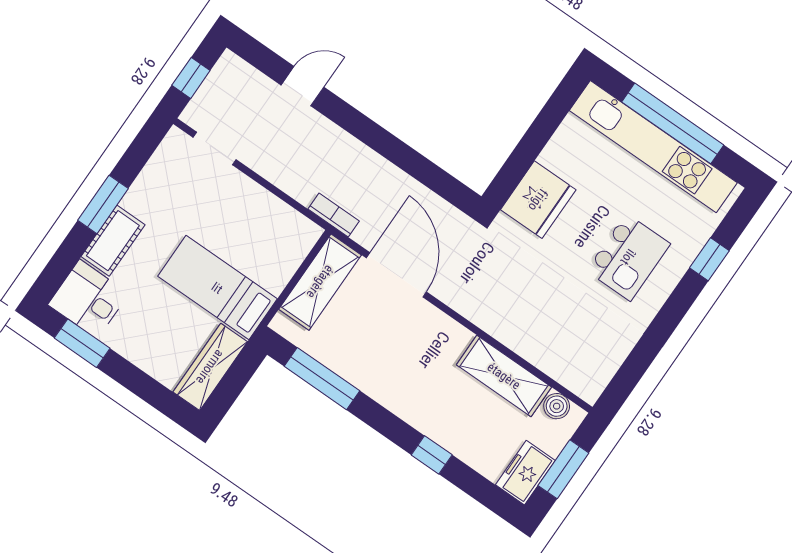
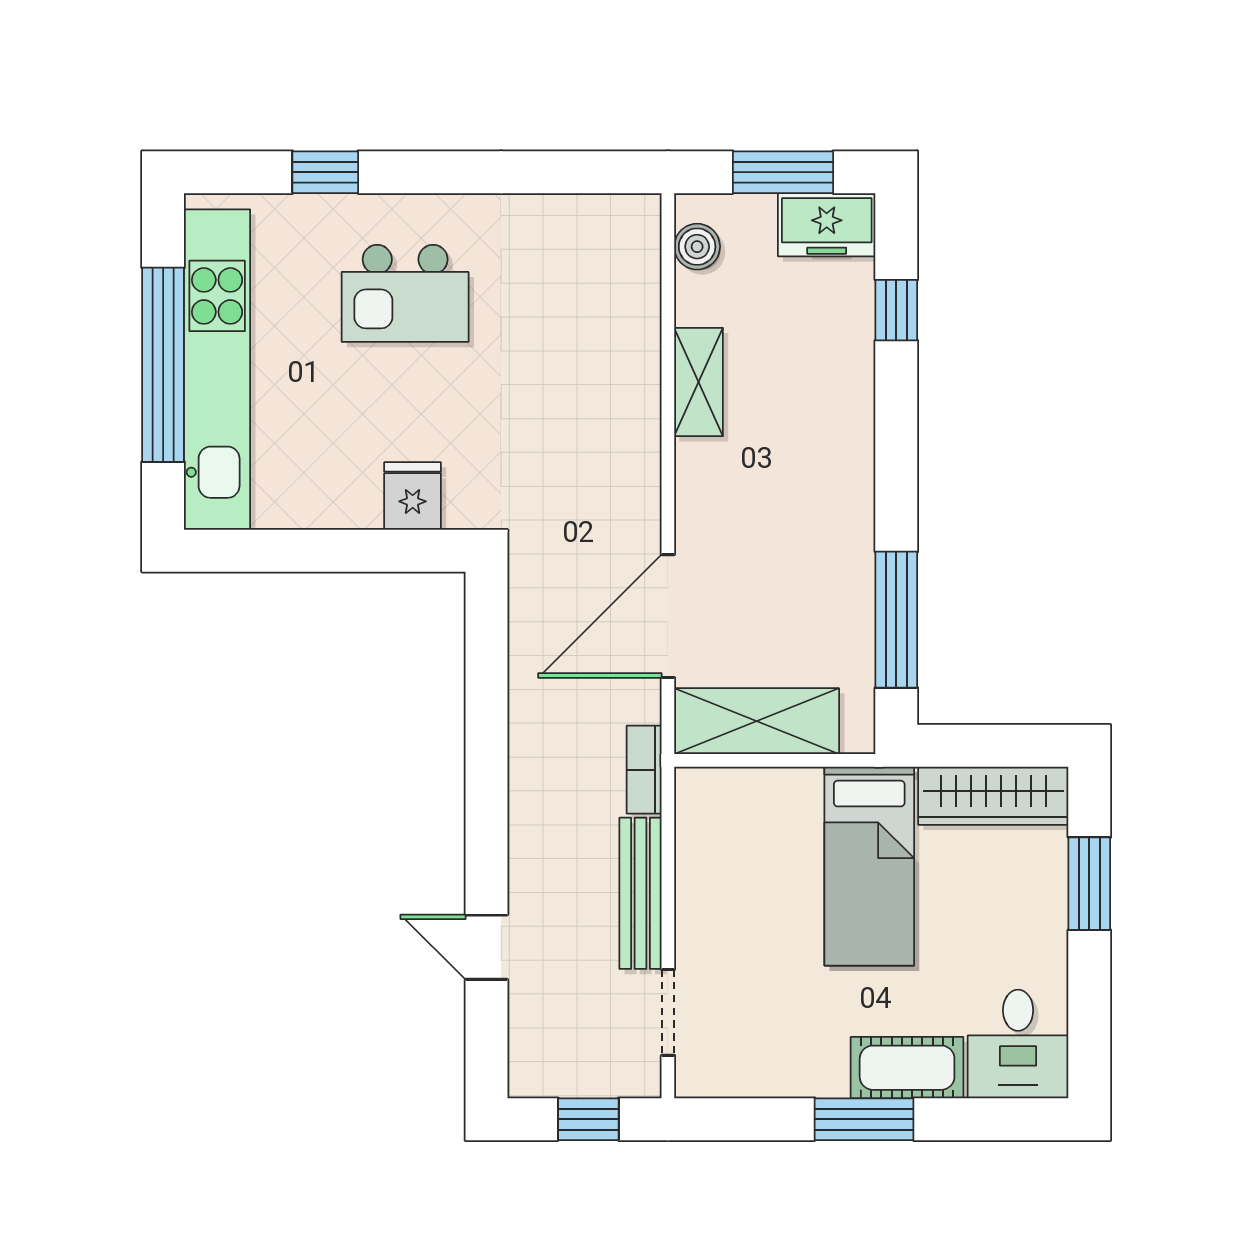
bench: (278, 174) -> (640, 893), added
fridge: (538, 200) -> (413, 496), width x0.53, depth x0.75
kitchen island: (628, 257) -> (405, 293), turned 180
window: (82, 343) -> (1089, 884), moved
shelving: (504, 376) -> (699, 382), width x0.67, depth x0.75
window: (432, 455) -> (896, 310), moved

